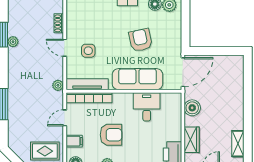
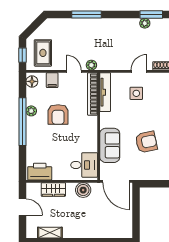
sofa: (137, 79) -> (110, 145), width x0.73
plant: (58, 85) -> (91, 65), moved
desk: (147, 107) -> (84, 165), moved

